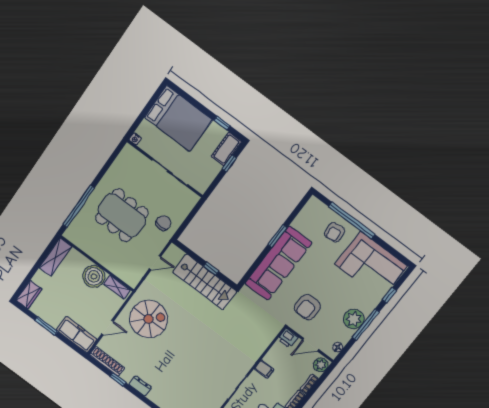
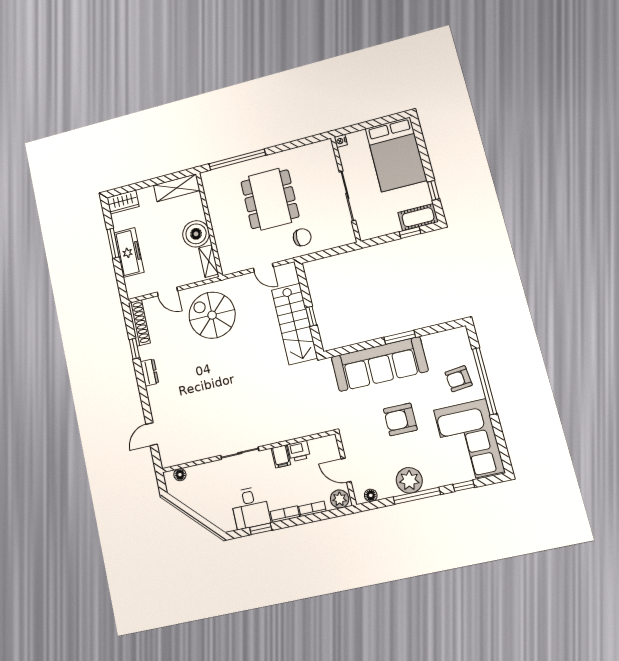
armchair: (307, 307) -> (400, 419), moved
spiral stairs: (148, 319) -> (212, 315), turned 180
freezer: (77, 335) -> (129, 252), moved
printer: (288, 338) -> (299, 451), moved, turned -90

